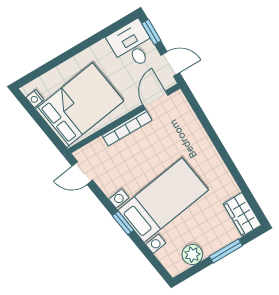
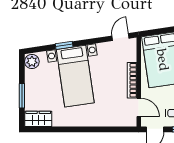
window: (123, 223) -> (64, 45), moved
plant: (192, 255) -> (32, 62), moved

